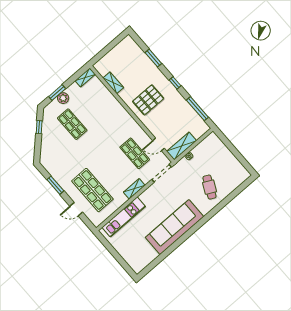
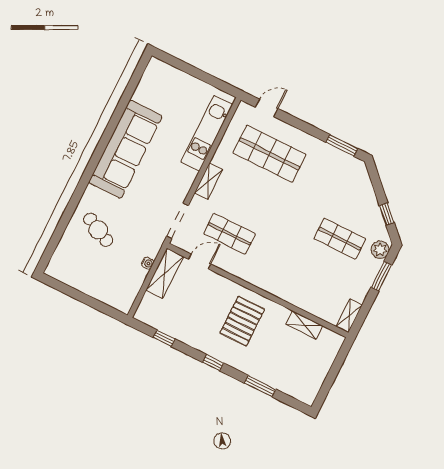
plant: (63, 98) -> (380, 250), moved
window: (197, 109) -> (164, 338), width x0.46
window: (55, 185) -> (342, 145), moved
door: (76, 209) -> (267, 108), moved

